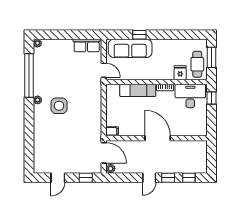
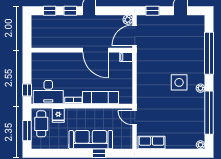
sofa: (130, 48) -> (91, 140), moved
window: (29, 135) -> (209, 53), added
door: (158, 138) -> (96, 50), moved
door: (104, 153) -> (135, 35), hinge flipped

